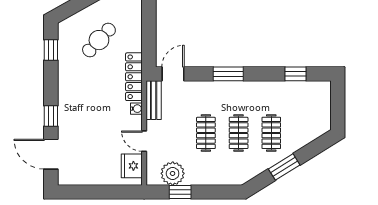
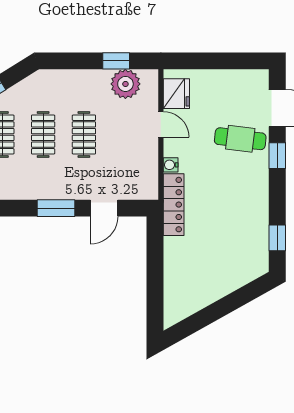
cafe table: (99, 40) -> (240, 139), moved, turned 54
door: (173, 74) -> (104, 208), moved
bench: (154, 100) -> (149, 175), removed

